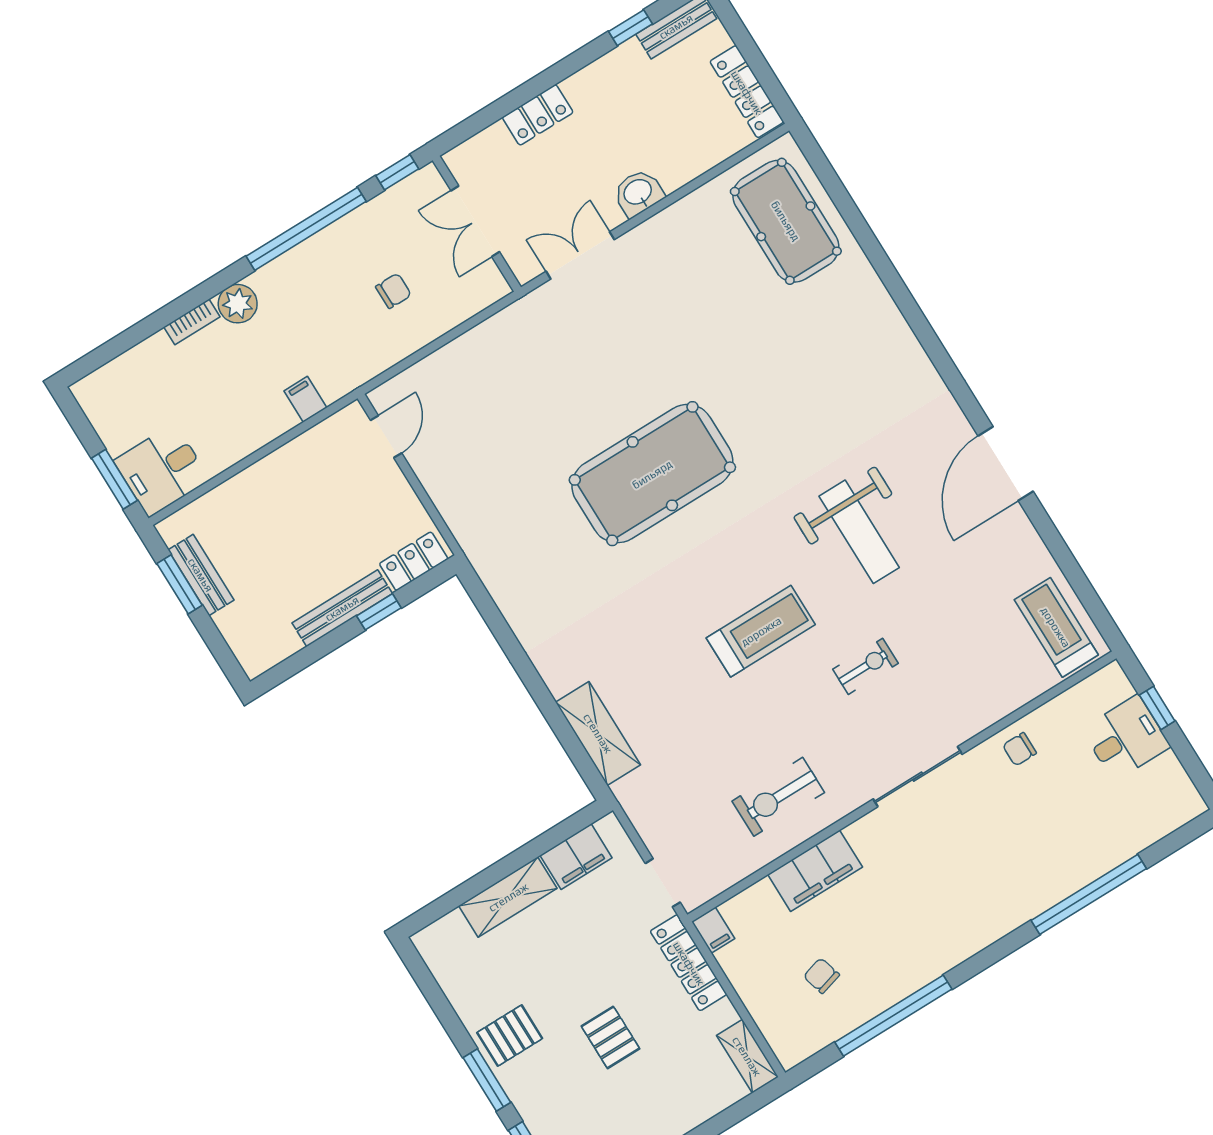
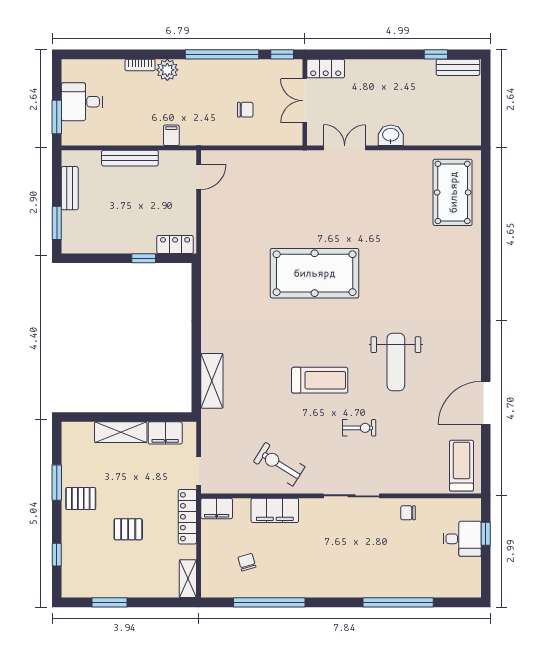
locker: (747, 92) -> (472, 119), removed
locker: (538, 115) -> (326, 69), moved
door: (1006, 464) -> (486, 403), moved
desk: (162, 470) -> (82, 102), moved
window: (180, 584) -> (57, 223), moved
bench: (342, 608) -> (130, 158), moved
exercise bike: (778, 797) -> (279, 464), turned 32
filing cabinet: (713, 930) -> (217, 508), width x2.00
pallet: (610, 1037) -> (128, 529), turned 90
window: (487, 1080) -> (57, 483), moved

